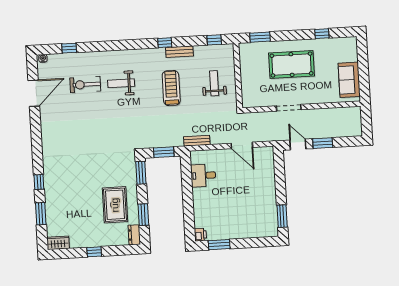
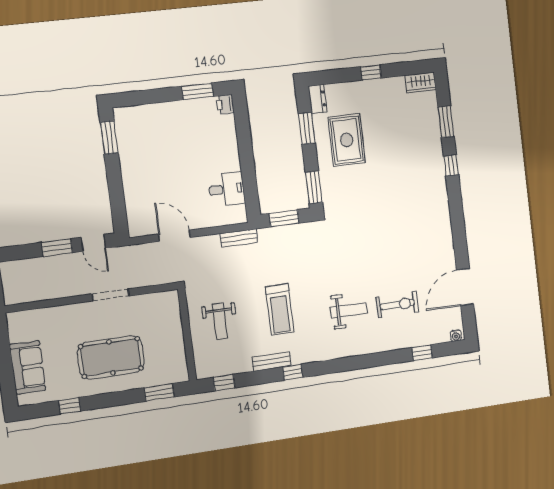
sofa: (349, 80) -> (28, 367), moved

